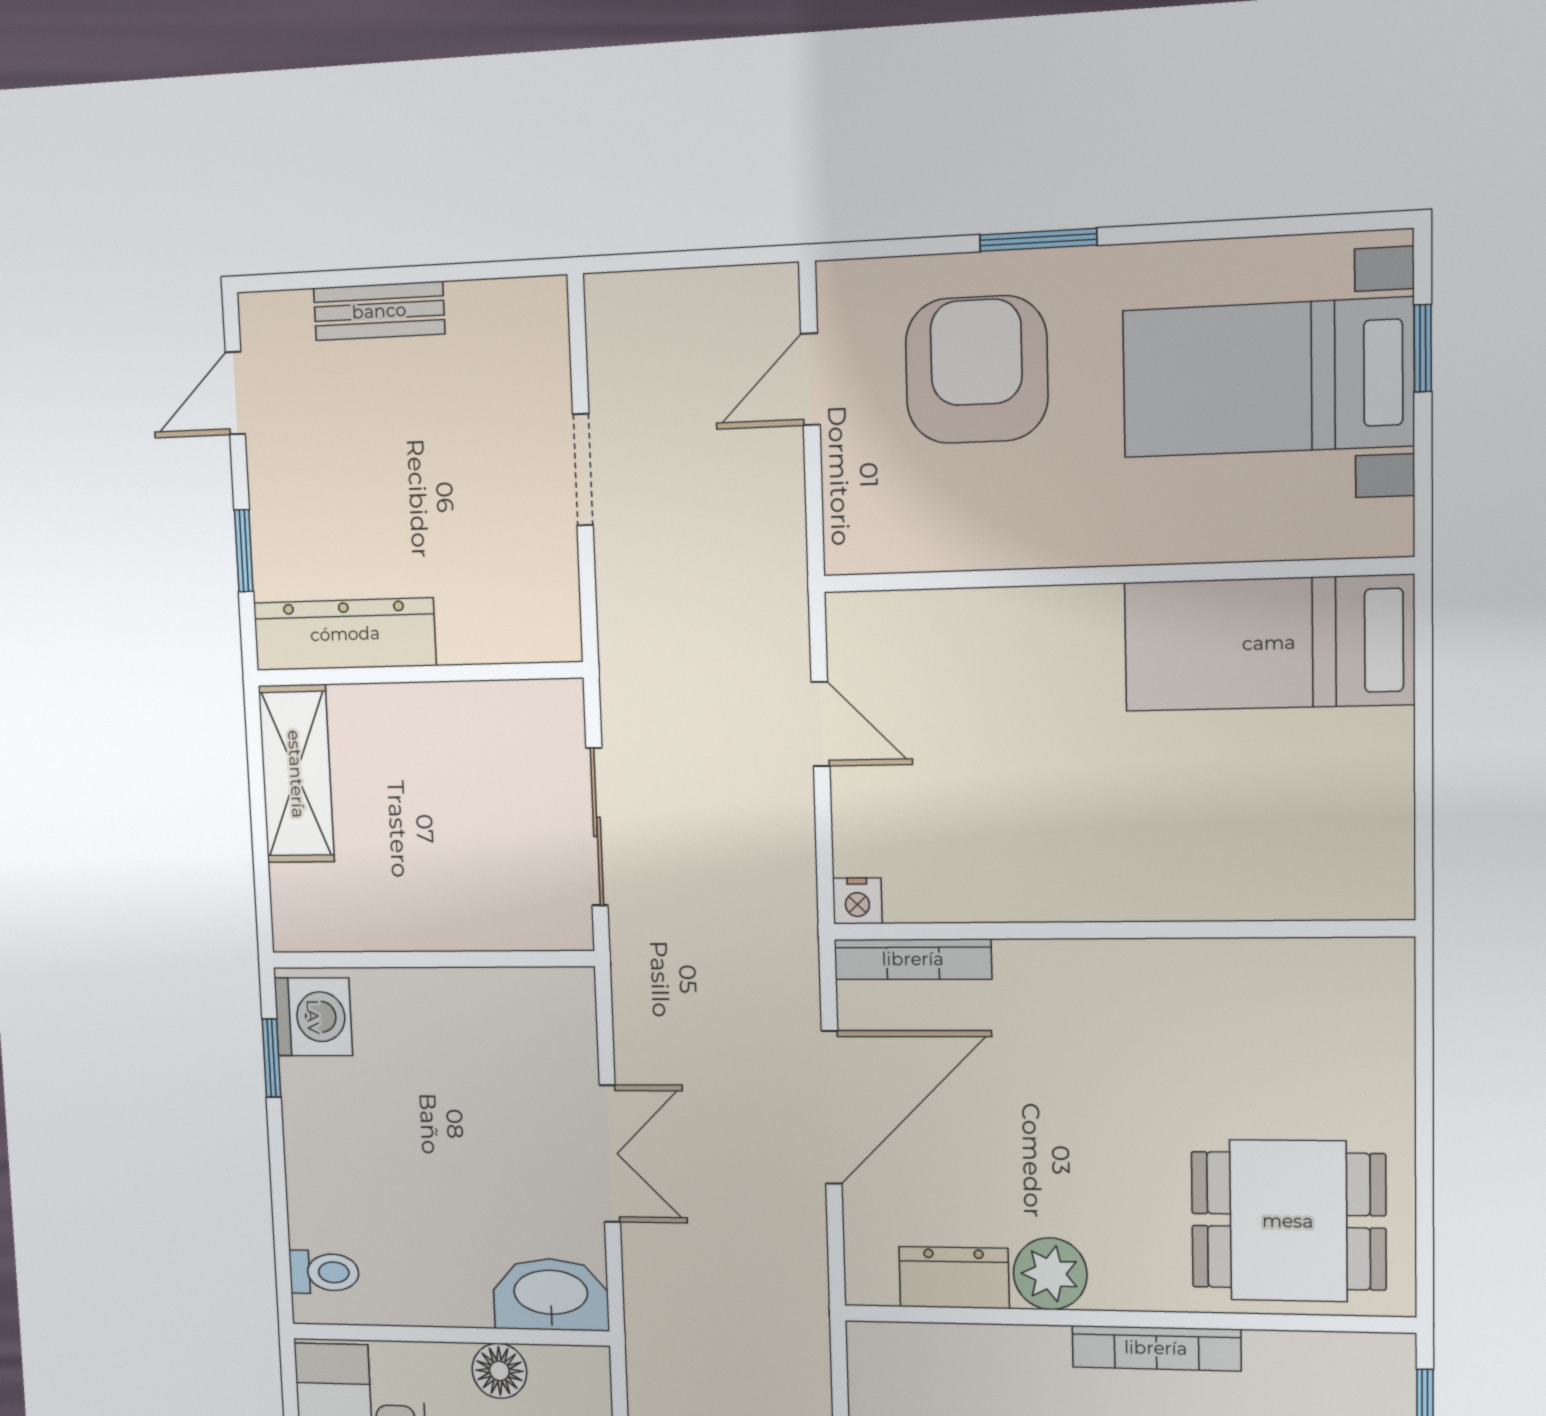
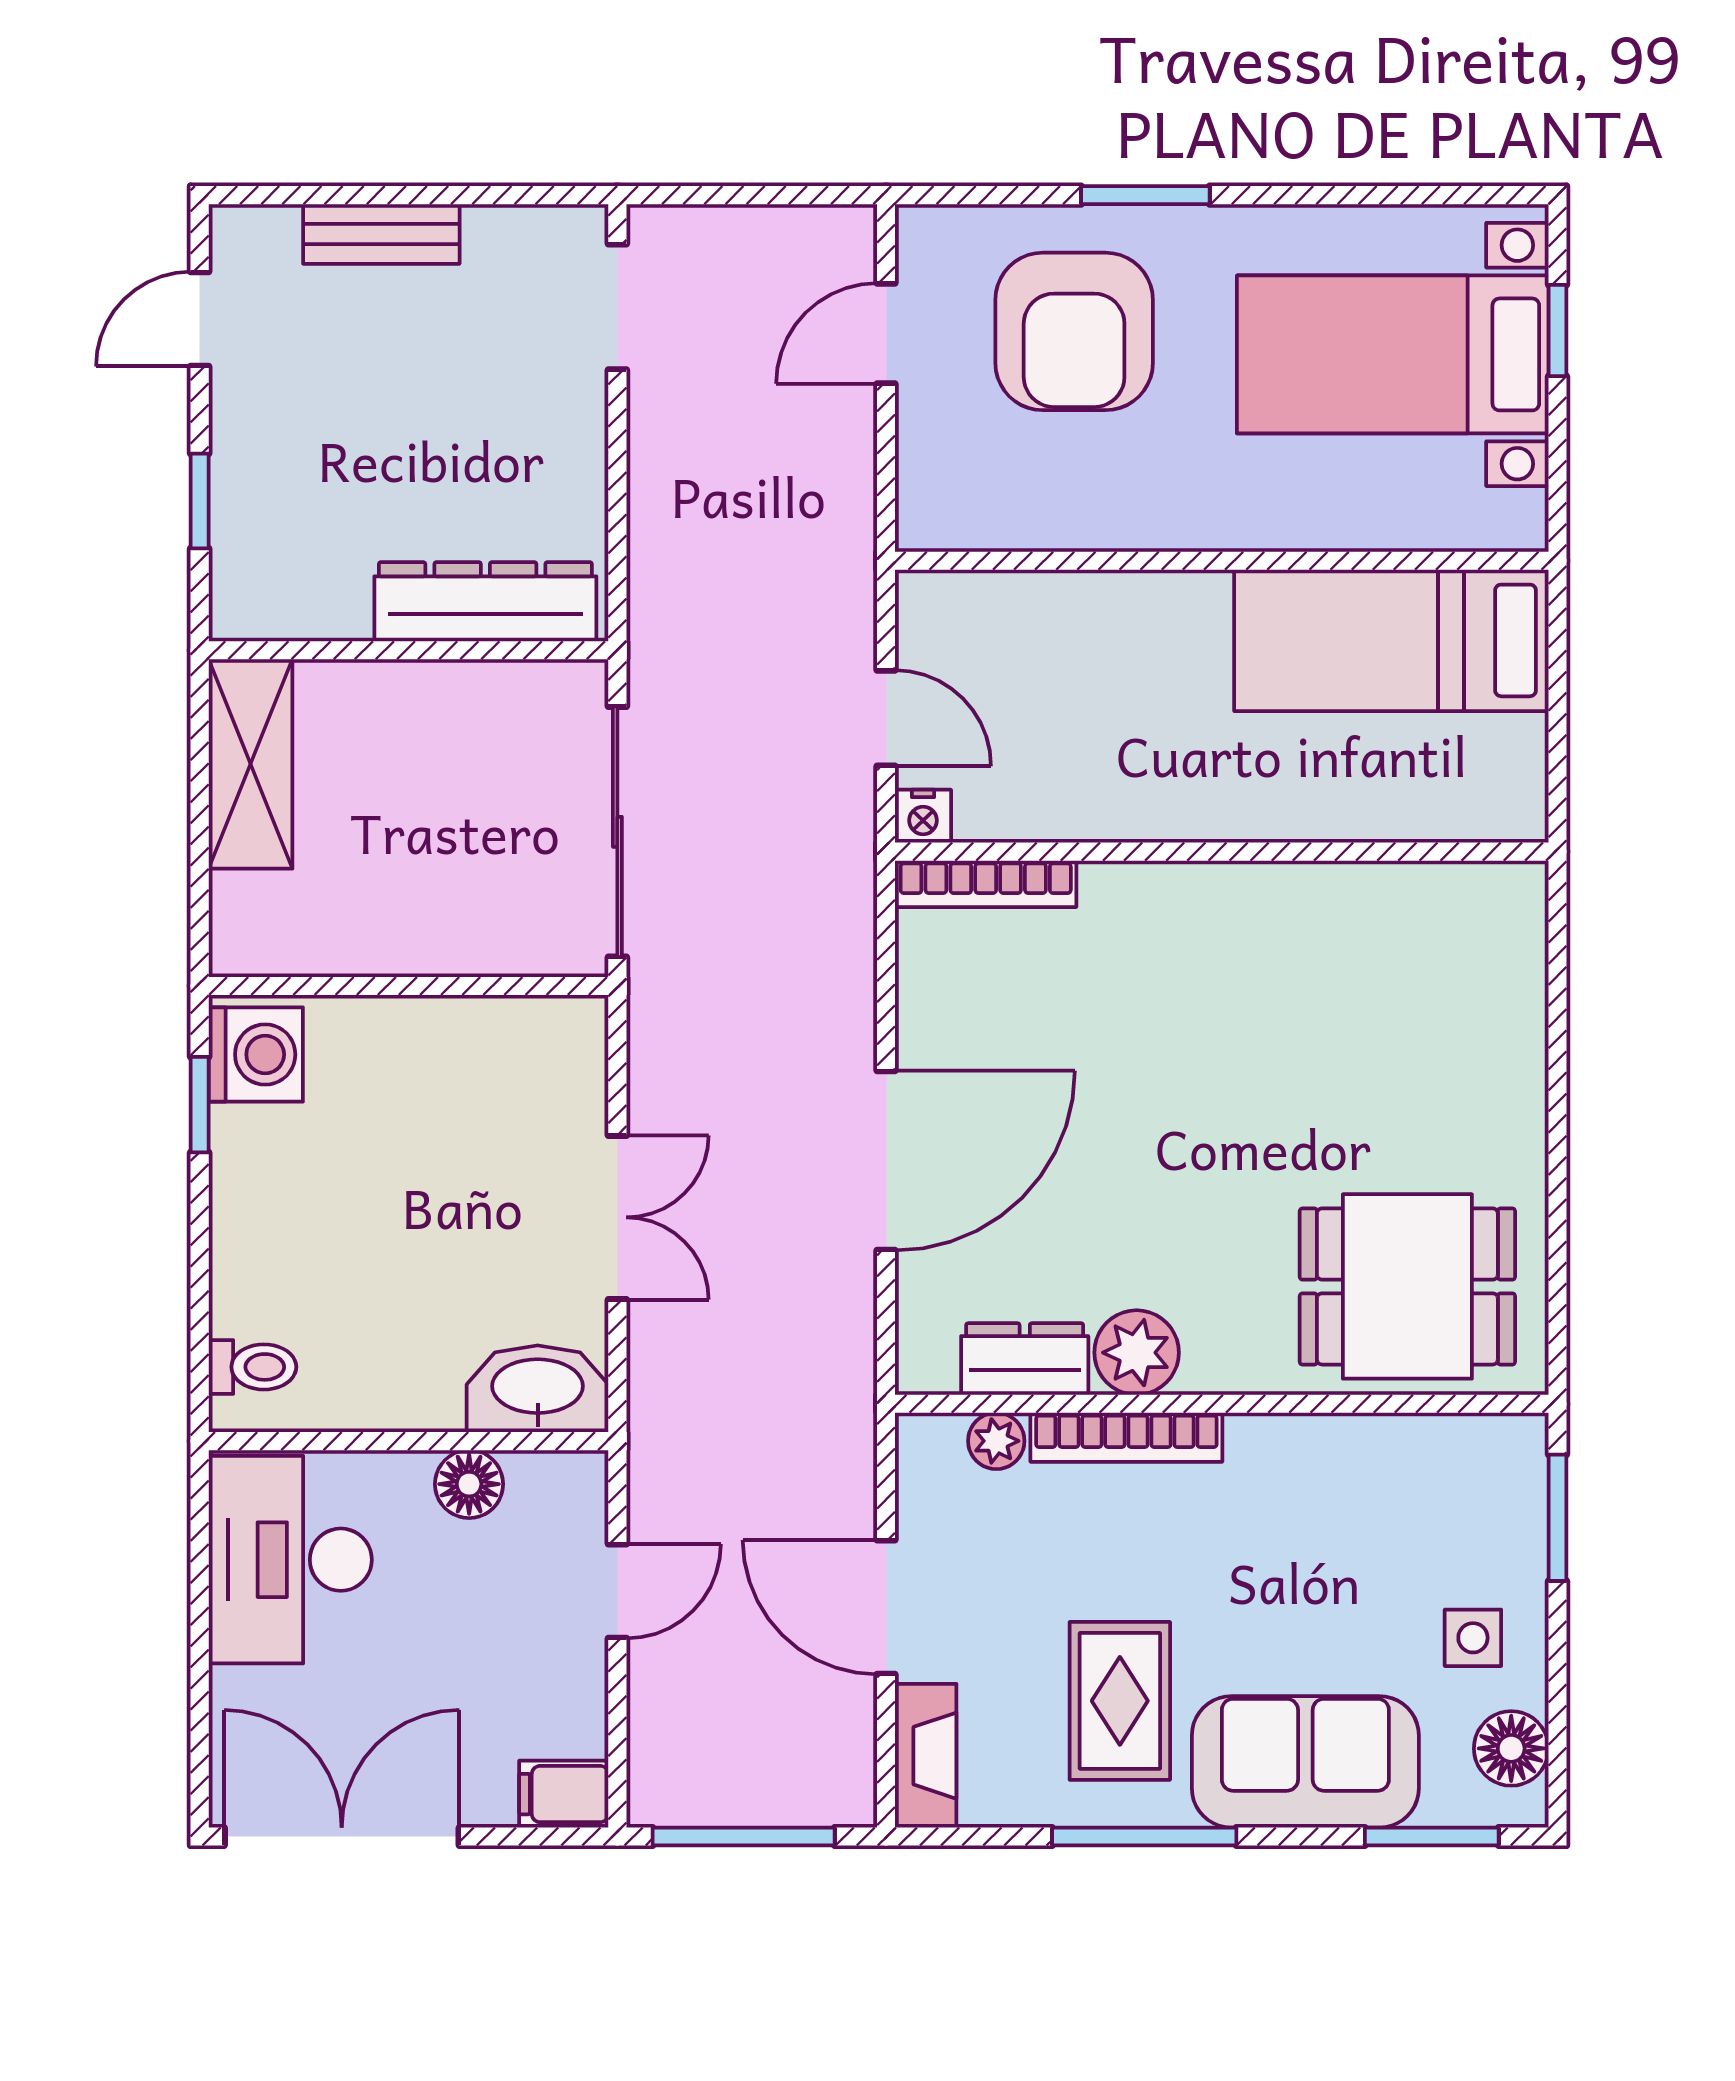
armchair: (977, 370) -> (1074, 331), turned 180
doorway: (583, 470) -> (617, 307), moved
dresser: (345, 634) -> (485, 602), moved
sliding door: (597, 827) -> (617, 832), width x1.37
nightstand: (857, 901) -> (923, 816), moved
wall: (1119, 930) -> (1222, 852), moved
bookcase: (913, 959) -> (986, 884), moved
plant: (932, 1346) -> (996, 1441), added
bookcase: (1156, 1348) -> (1126, 1437), moved

